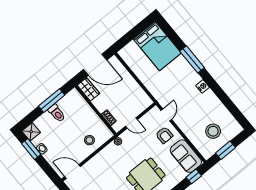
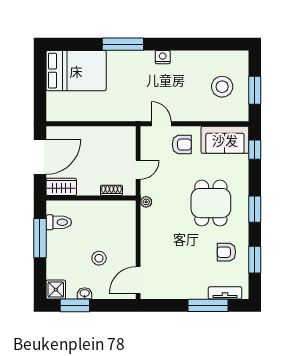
toilet: (57, 113) -> (59, 222), moved
stool: (89, 140) -> (99, 258), moved

